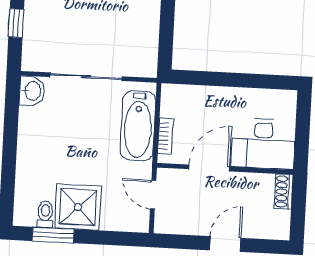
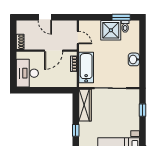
wardrobe: (145, 41) -> (85, 105), added
washbasin: (32, 91) -> (134, 59), moved
desk: (263, 144) -> (27, 73), moved, turned -90
door: (225, 244) -> (45, 17), hinge flipped

